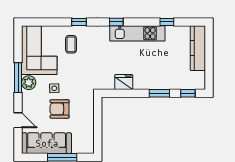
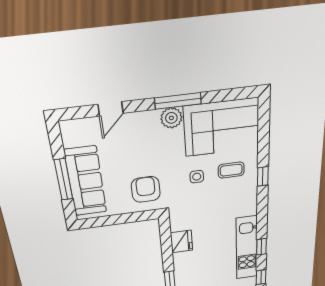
window: (116, 22) -> (262, 247), moved
side table: (54, 88) -> (197, 177), moved
armchair: (60, 109) -> (146, 189), moved
sofa: (47, 143) -> (86, 181), moved

